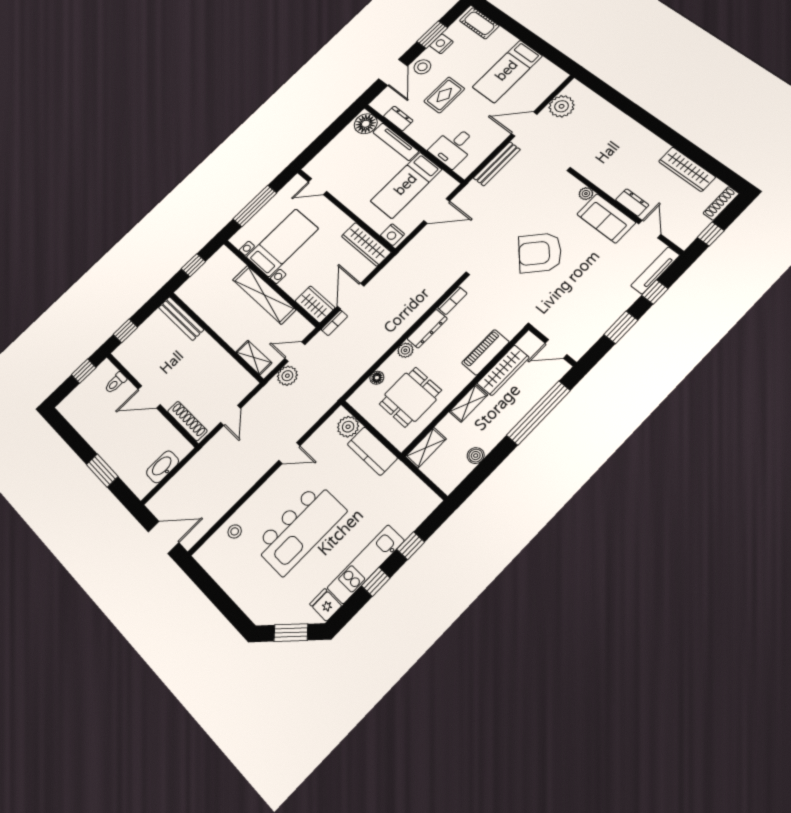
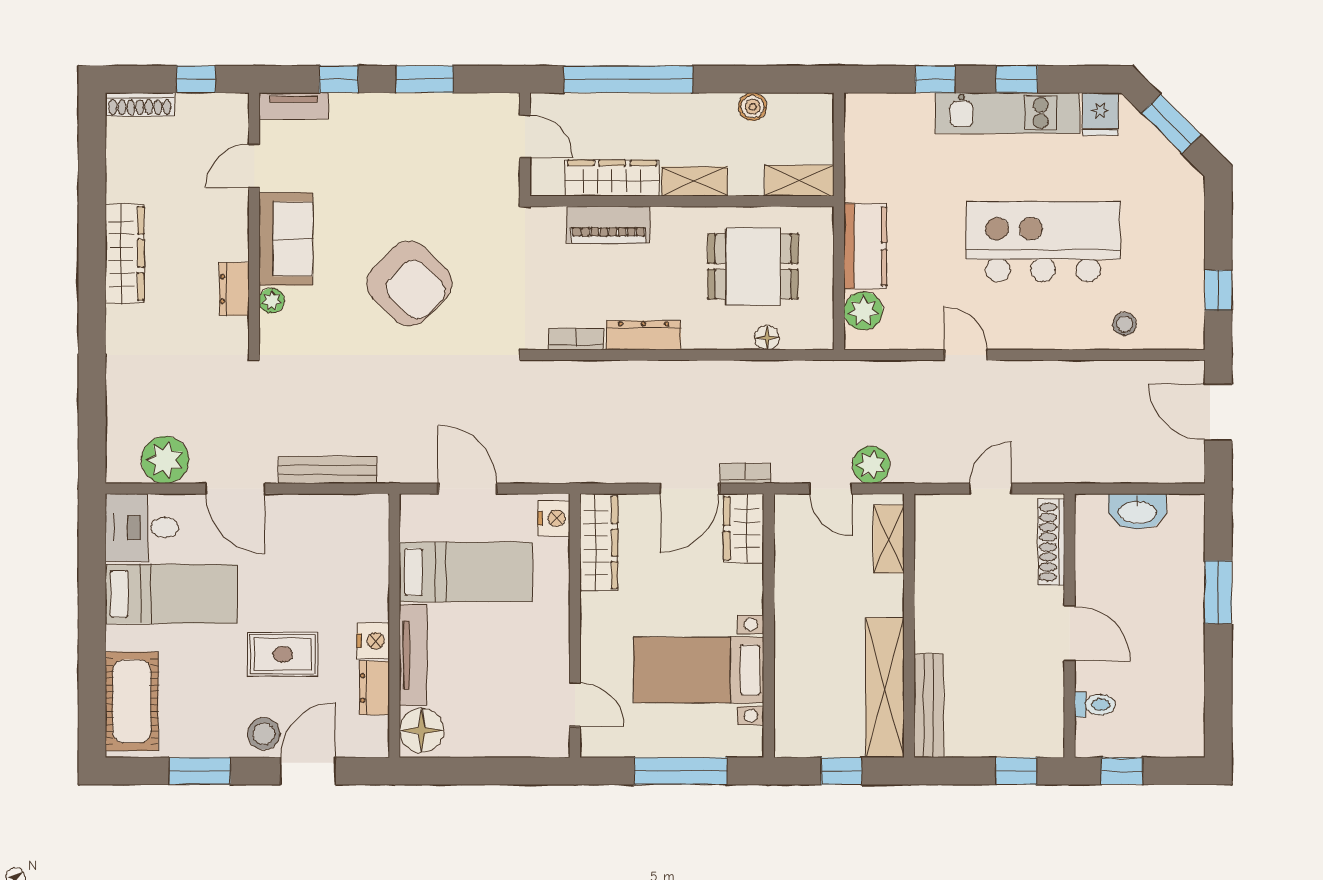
cot: (479, 23) -> (132, 701), width x1.37, depth x1.34
nightstand: (441, 44) -> (373, 641), moved, turned -90
desk: (453, 147) -> (142, 528), moved, turned 180
wardrobe: (687, 169) -> (125, 253), moved
dresser: (632, 203) -> (234, 289), moved
tv unit: (655, 270) -> (294, 106), width x0.71
shelving: (264, 295) -> (885, 688), moved
plant: (405, 350) -> (698, 336), removed
window: (207, 585) -> (1218, 290), added

